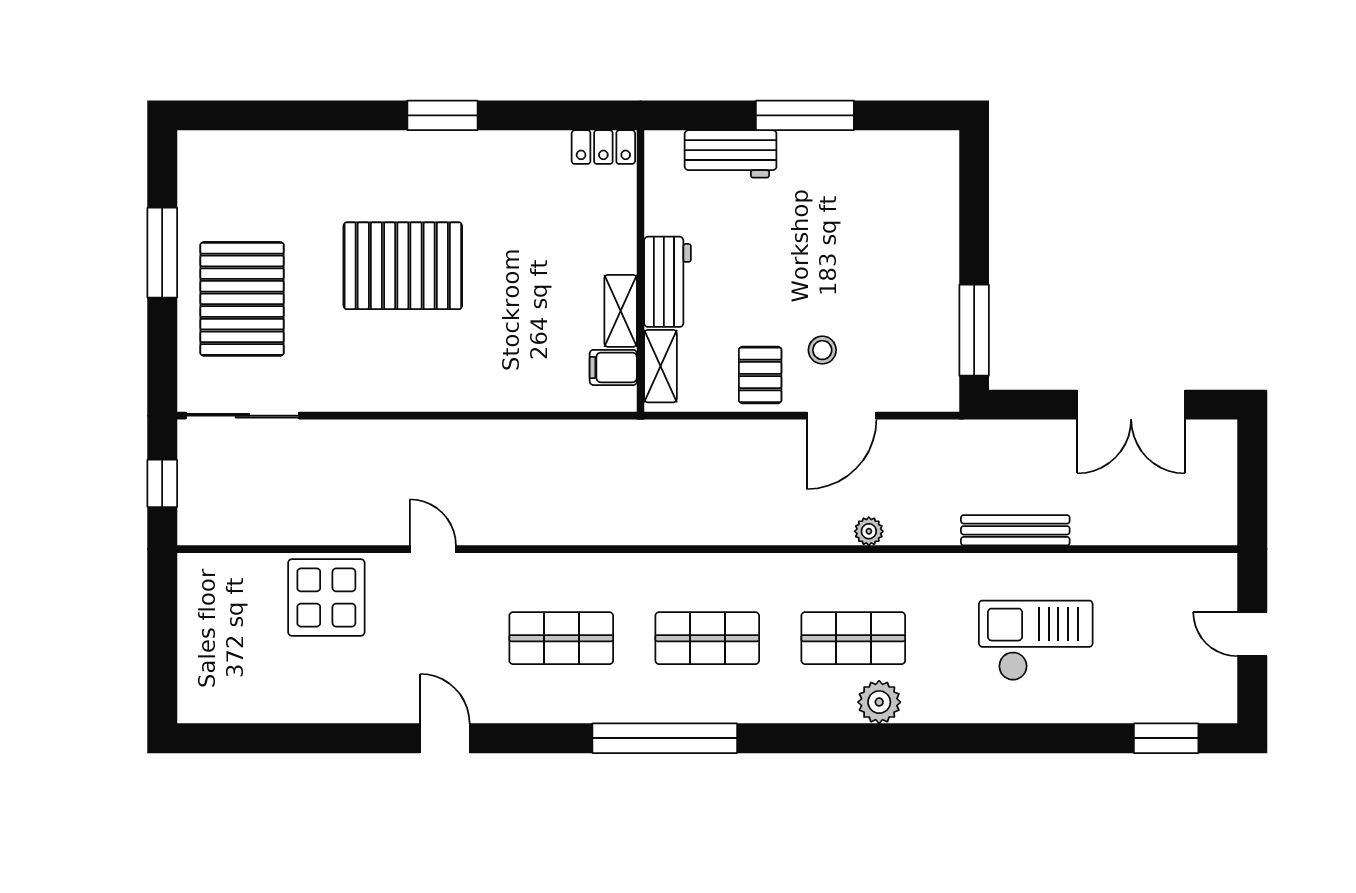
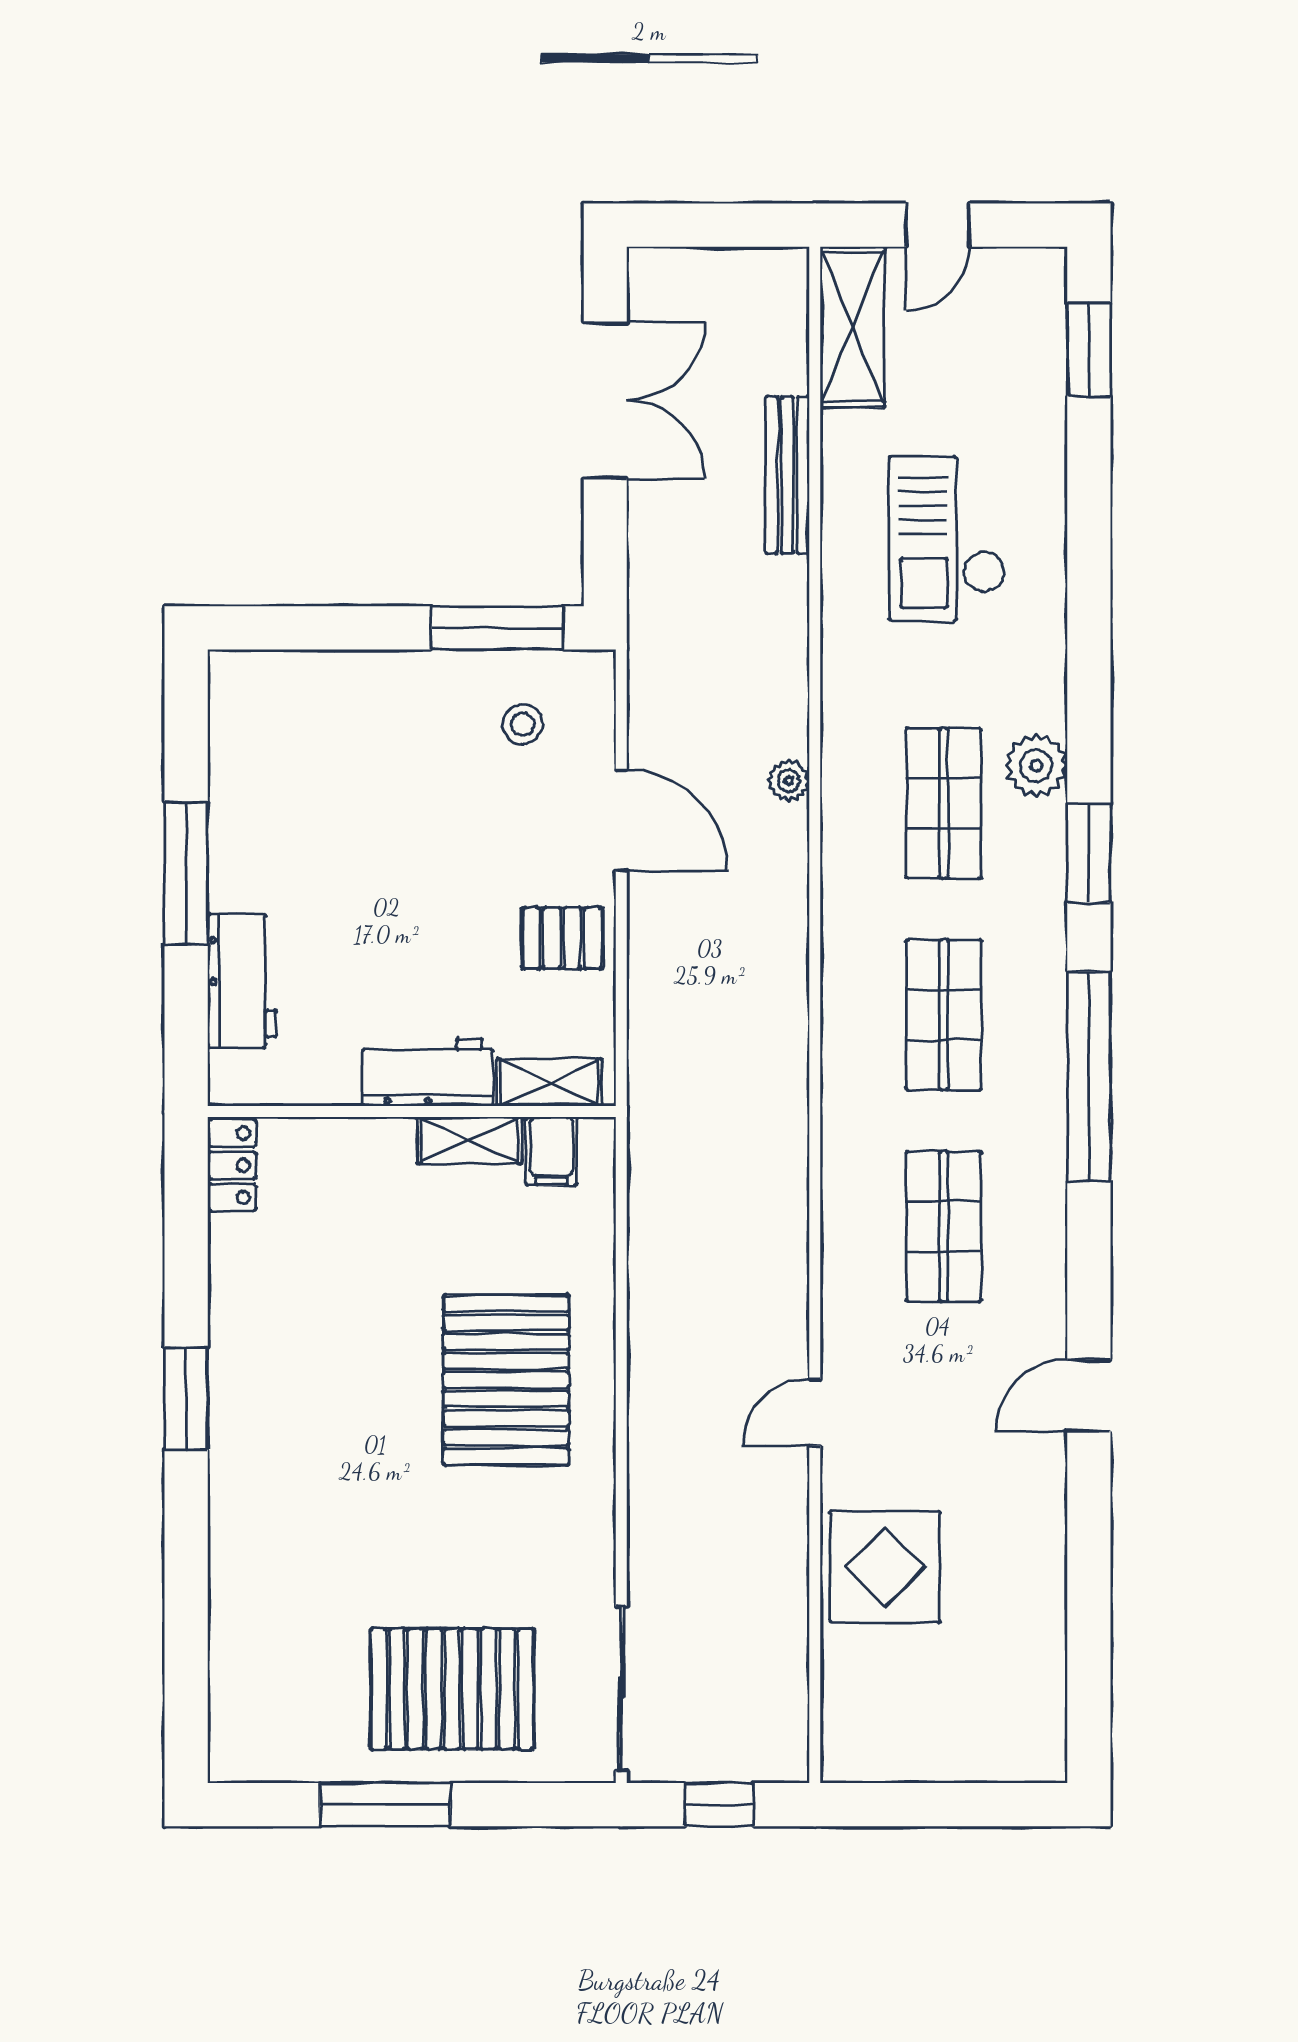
pallet: (403, 266) -> (506, 1380), moved
stool: (822, 350) -> (523, 724), moved
bench: (1015, 530) -> (787, 475), moved
shelving: (1182, 575) -> (852, 327), added
window: (819, 738) -> (1089, 854), added

